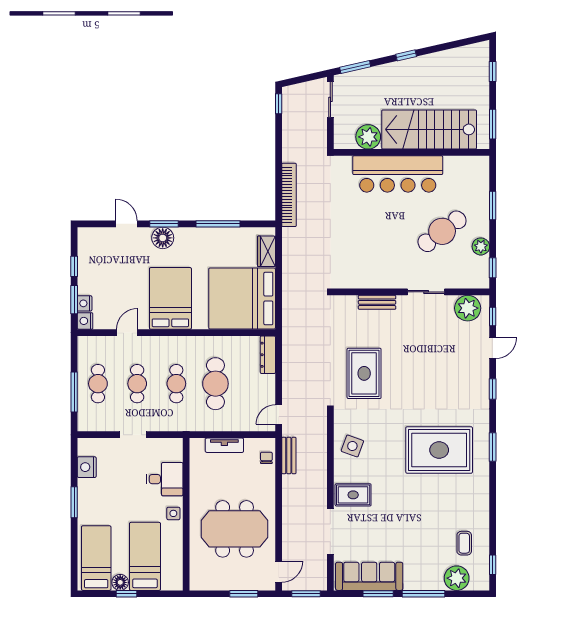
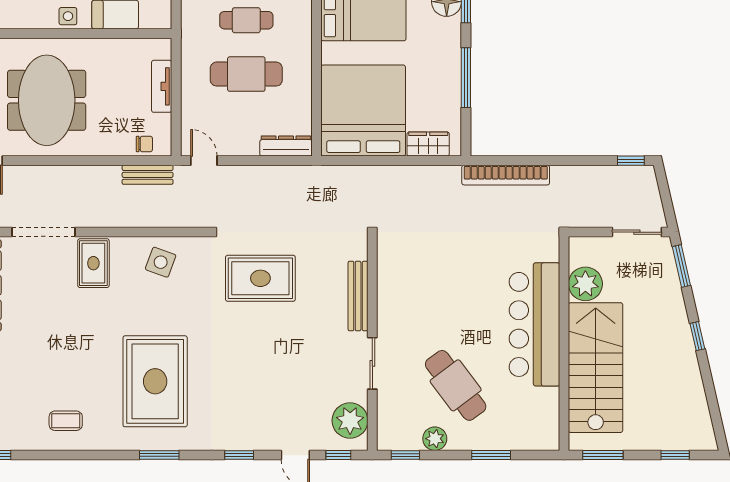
bench: (377, 302) -> (358, 296), width x1.36
coffee table: (464, 543) -> (66, 421), moved

